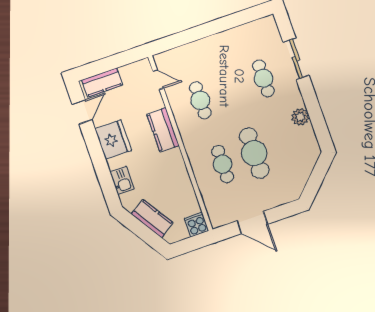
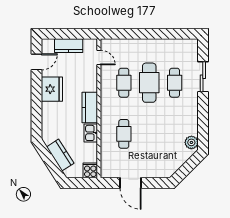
kitchen counter: (102, 82) -> (69, 46), moved
plant: (300, 117) -> (191, 142), moved
kitchen counter: (163, 130) -> (90, 107), moved
cafe table: (254, 153) -> (149, 83), moved
kitchen sink: (122, 181) -> (91, 133), moved, turned 180

